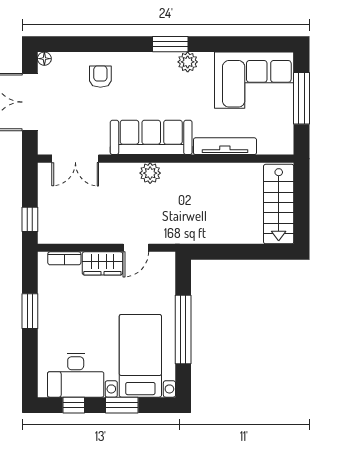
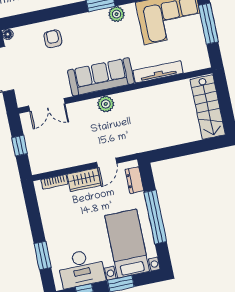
window: (30, 219) -> (20, 146), moved
dresser: (166, 277) -> (134, 180), added
window: (30, 311) -> (43, 256), moved

